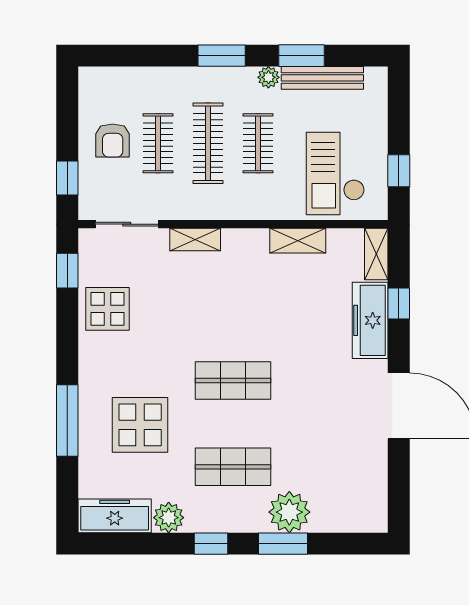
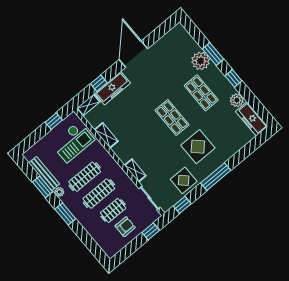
clothes rail: (258, 143) -> (85, 177), width x1.36
window: (67, 421) -> (216, 177), moved
display table: (140, 425) -> (198, 147), moved

